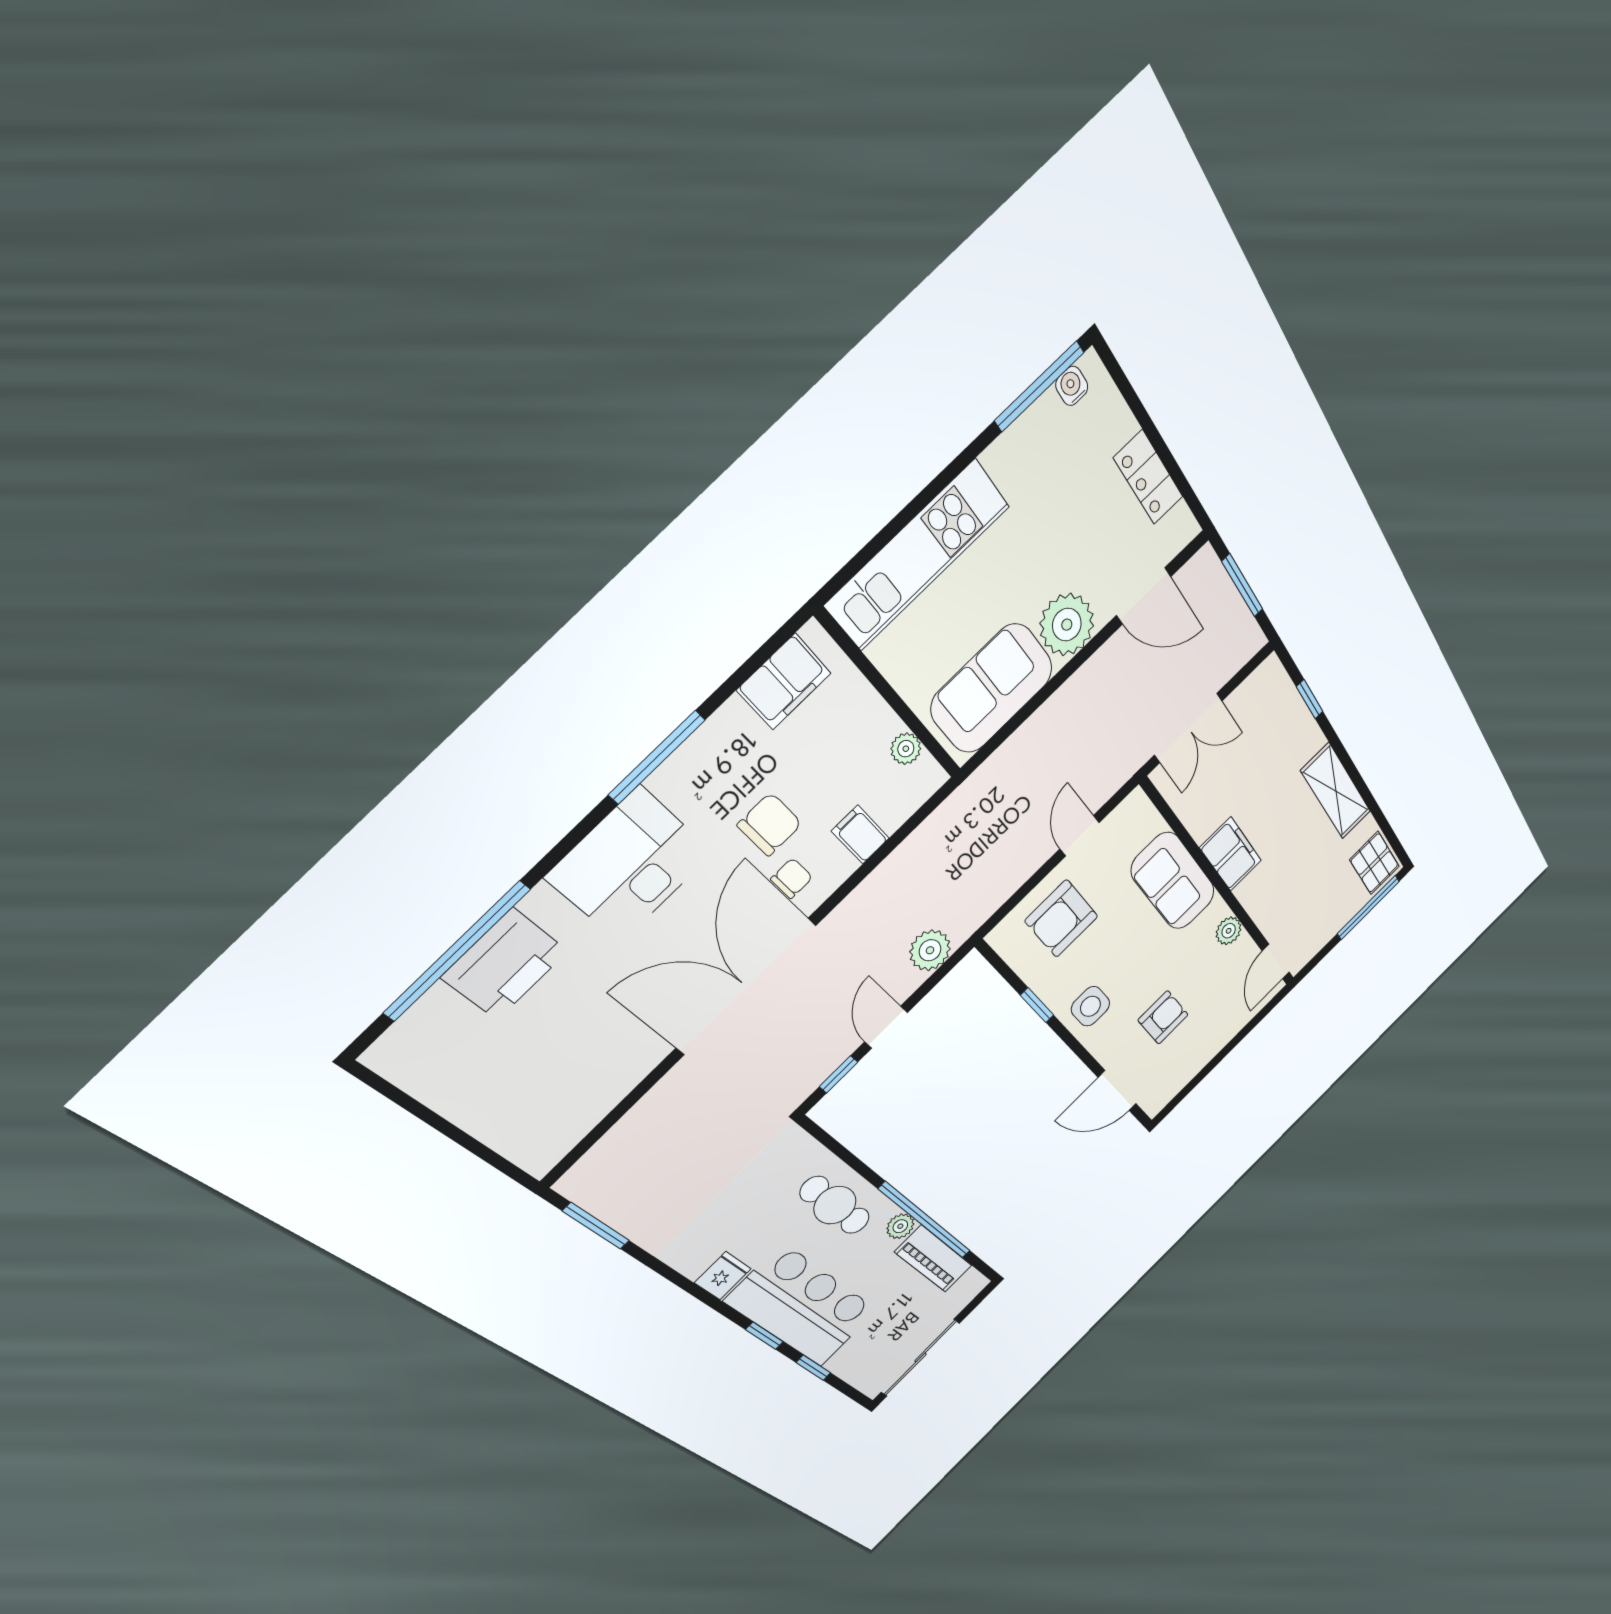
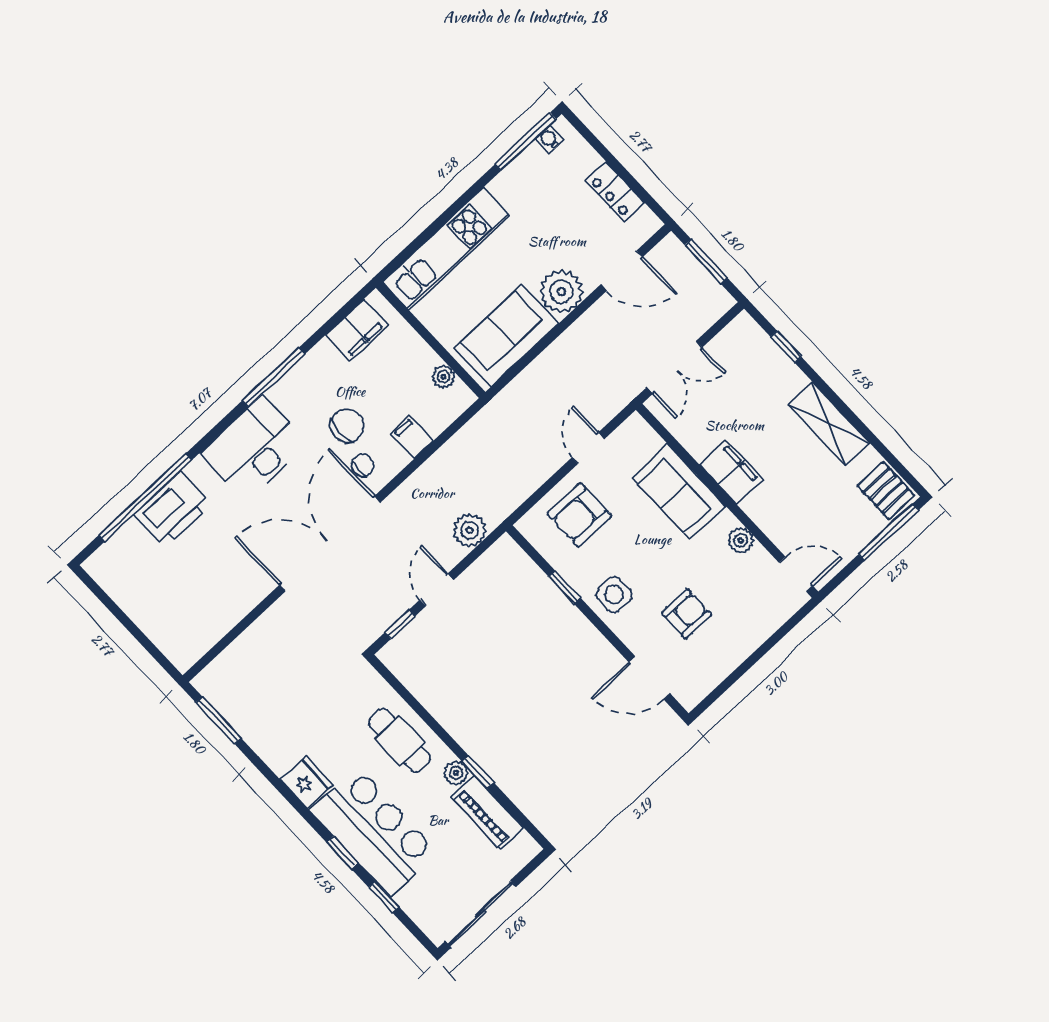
door: (1276, 962) -> (796, 574), swing flipped
window: (925, 1220) -> (478, 772), width x0.32
fridge: (723, 1276) -> (306, 782), width x1.38

